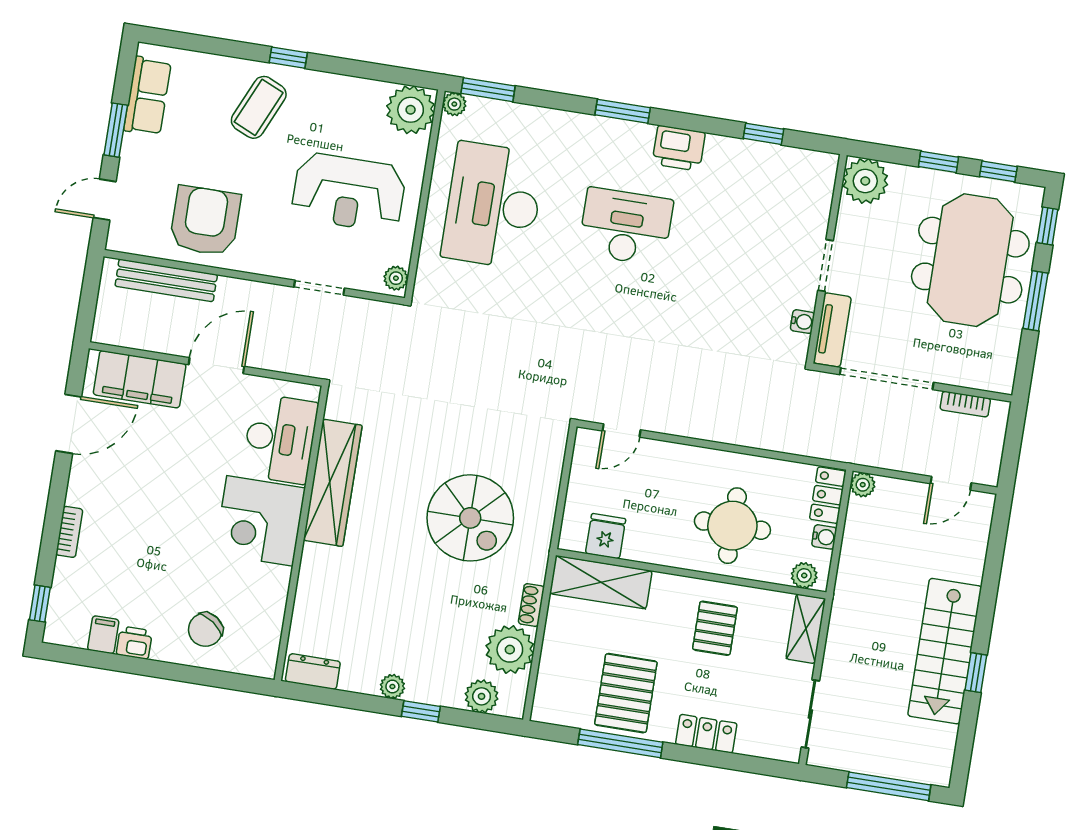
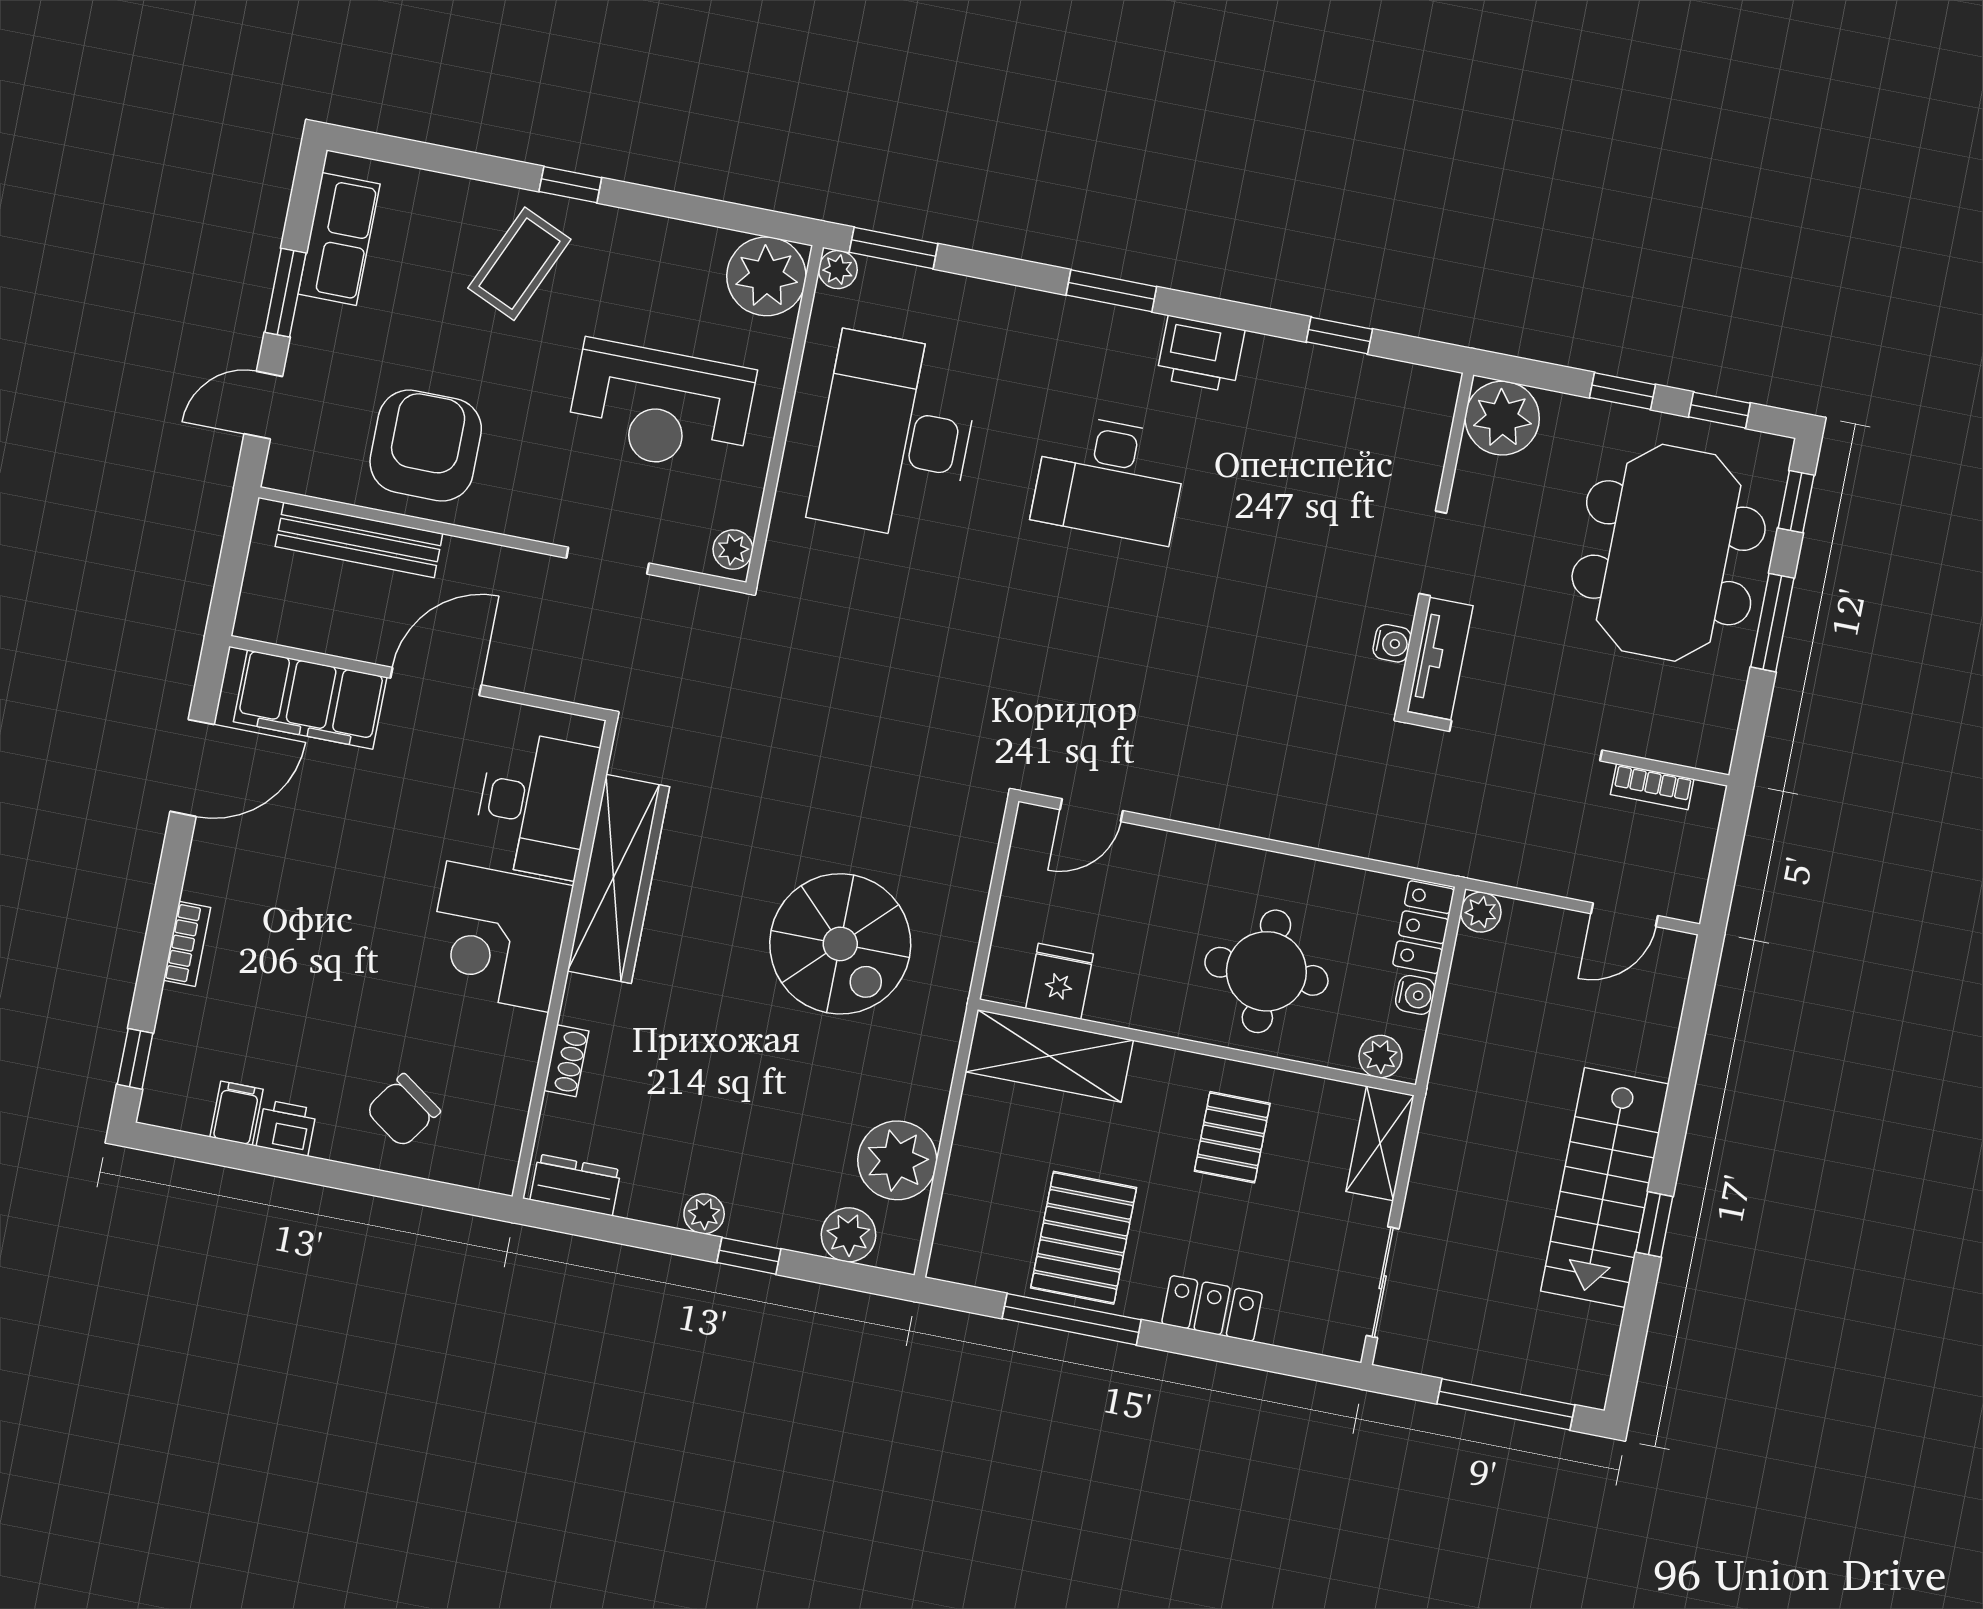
desk: (626, 227) -> (1110, 479), turned 180
shoe rack: (531, 605) -> (566, 1061), moved, turned 180

